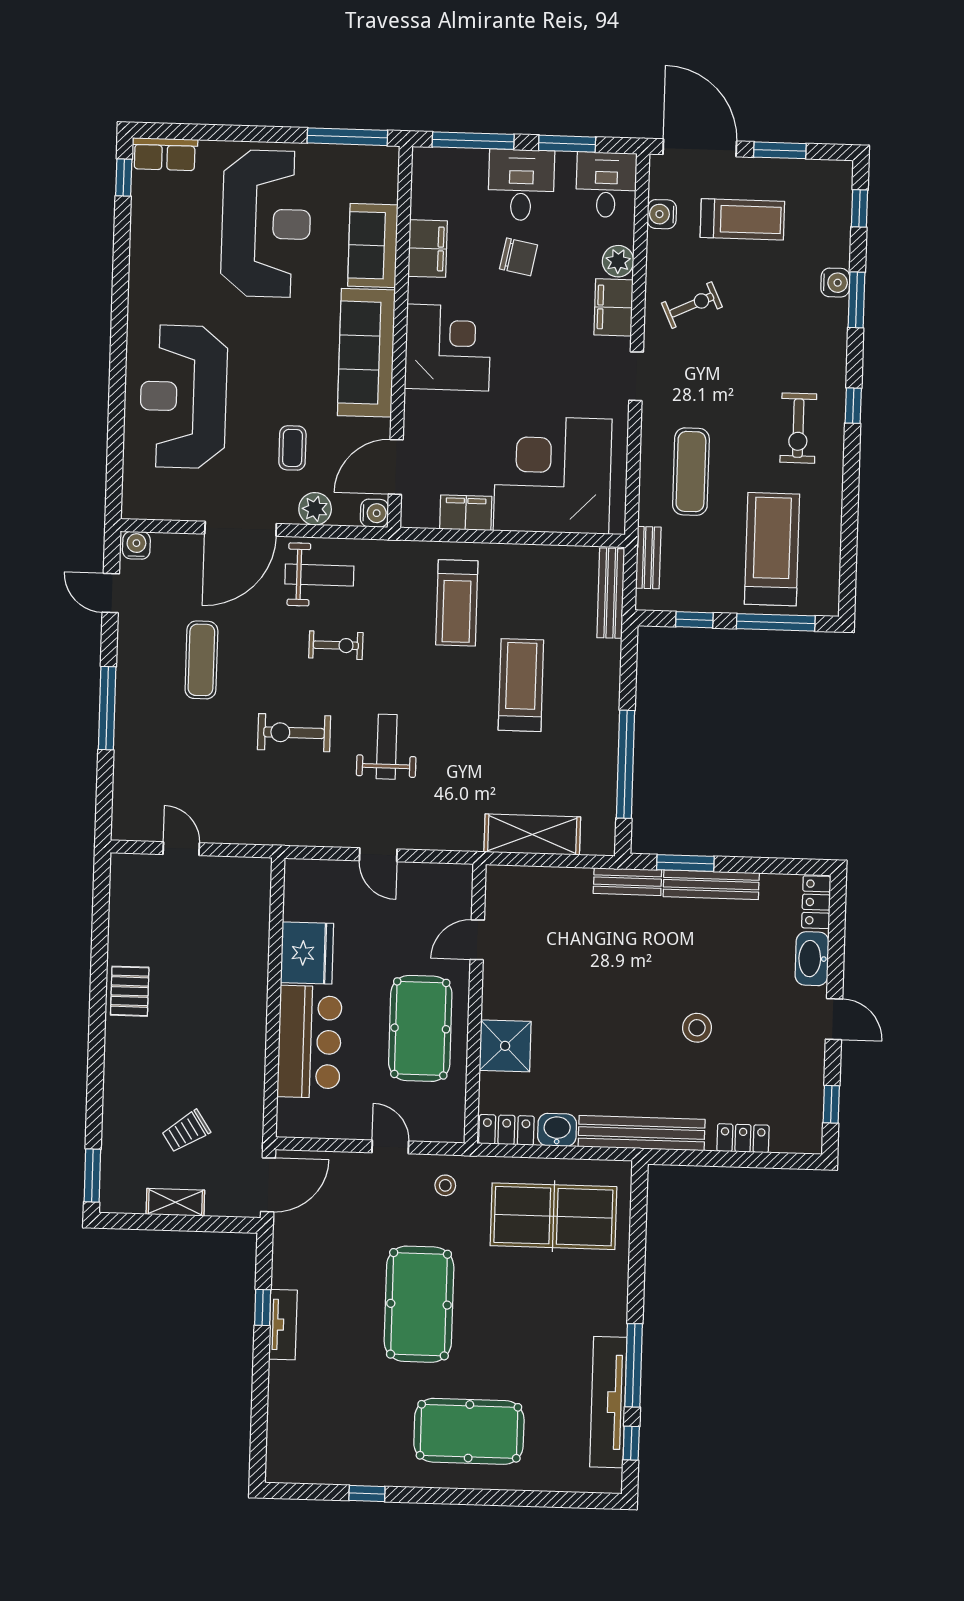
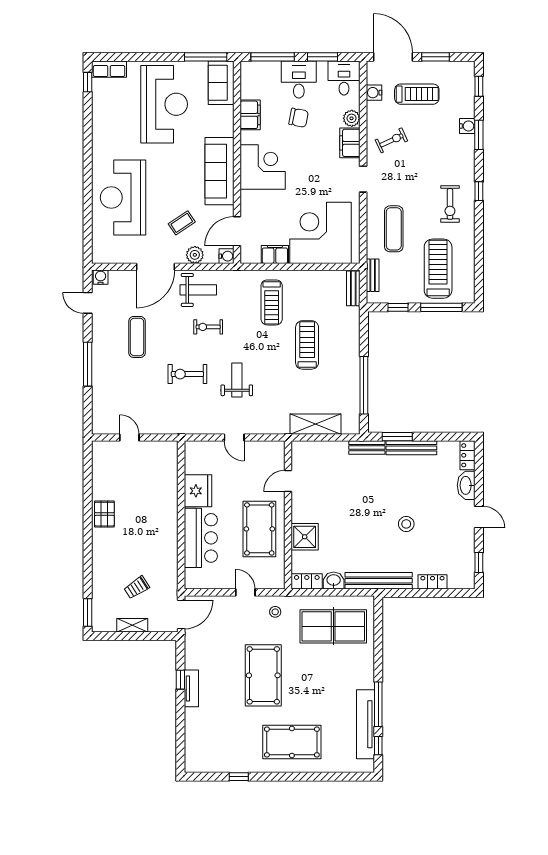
sofa: (373, 245) -> (221, 83), moved
coffee table: (292, 448) -> (182, 223), turned 56
bench: (611, 593) -> (353, 288), width x0.73
exercise bike: (336, 645) -> (208, 327), turned 180

